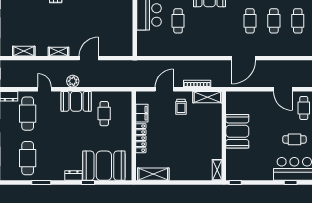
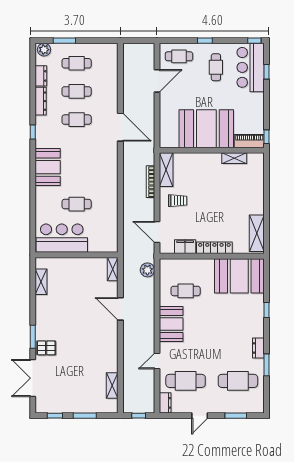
shelving: (58, 52) -> (113, 269), moved
plant: (73, 81) -> (147, 270), moved
door: (164, 89) -> (157, 232), moved
booth: (237, 131) -> (206, 129), width x1.36, depth x1.42
booth: (104, 166) -> (239, 276), moved, turned 90
piano: (232, 168) -> (249, 141), added
shelving: (217, 170) -> (234, 158), moved
dresser: (73, 176) -> (258, 348), moved

